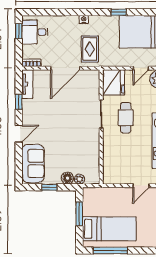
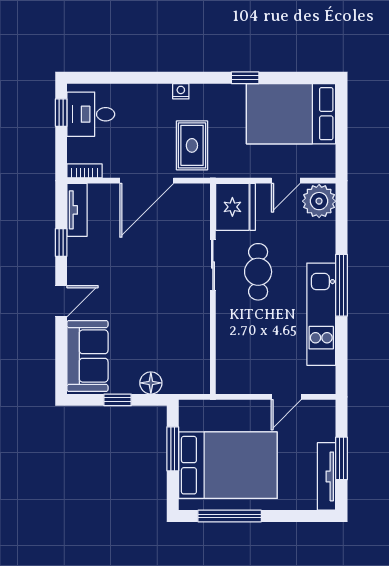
plant: (79, 179) -> (173, 385), removed
bed: (109, 229) -> (228, 465), width x1.50

